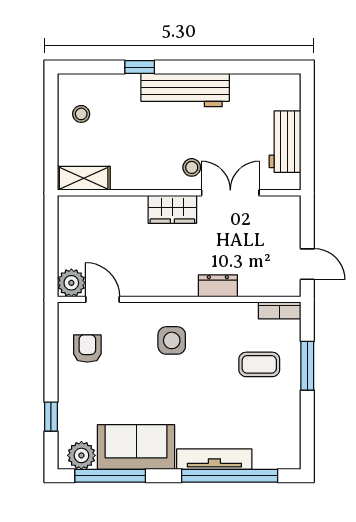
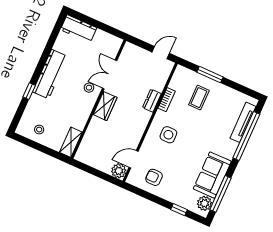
workbench: (285, 142) -> (79, 29), moved
bookcase: (280, 310) -> (167, 100), moved
tv unit: (214, 459) -> (243, 122), moved

